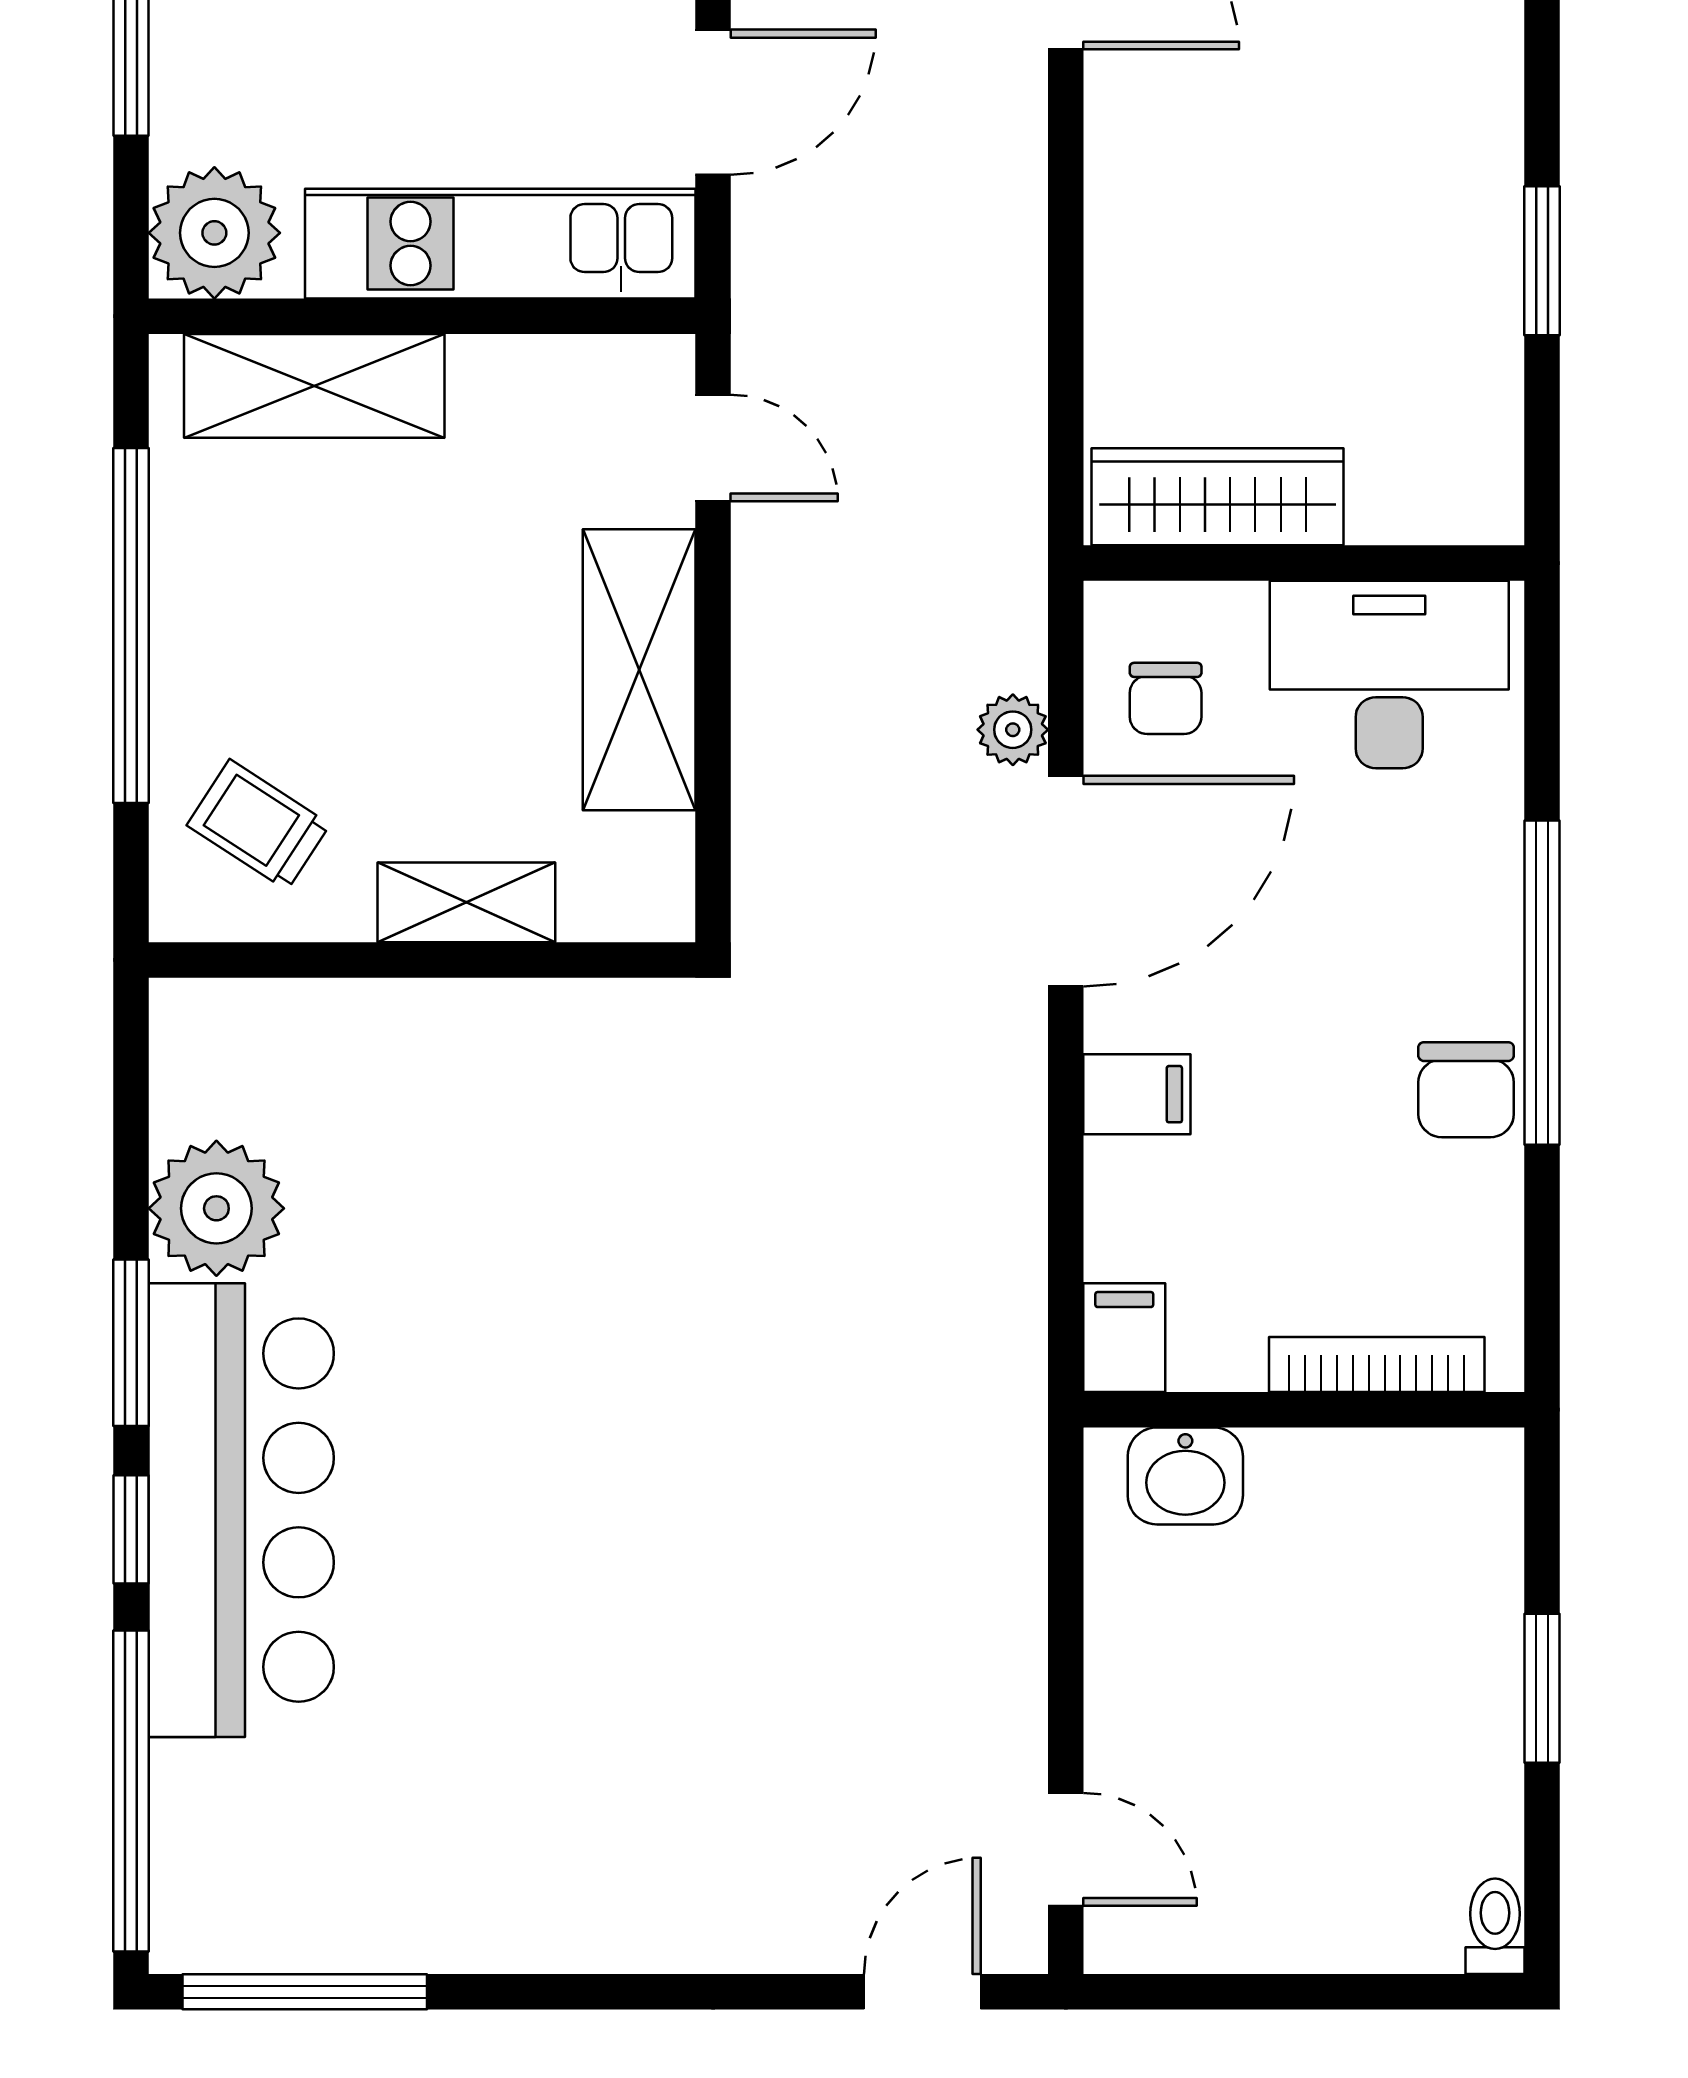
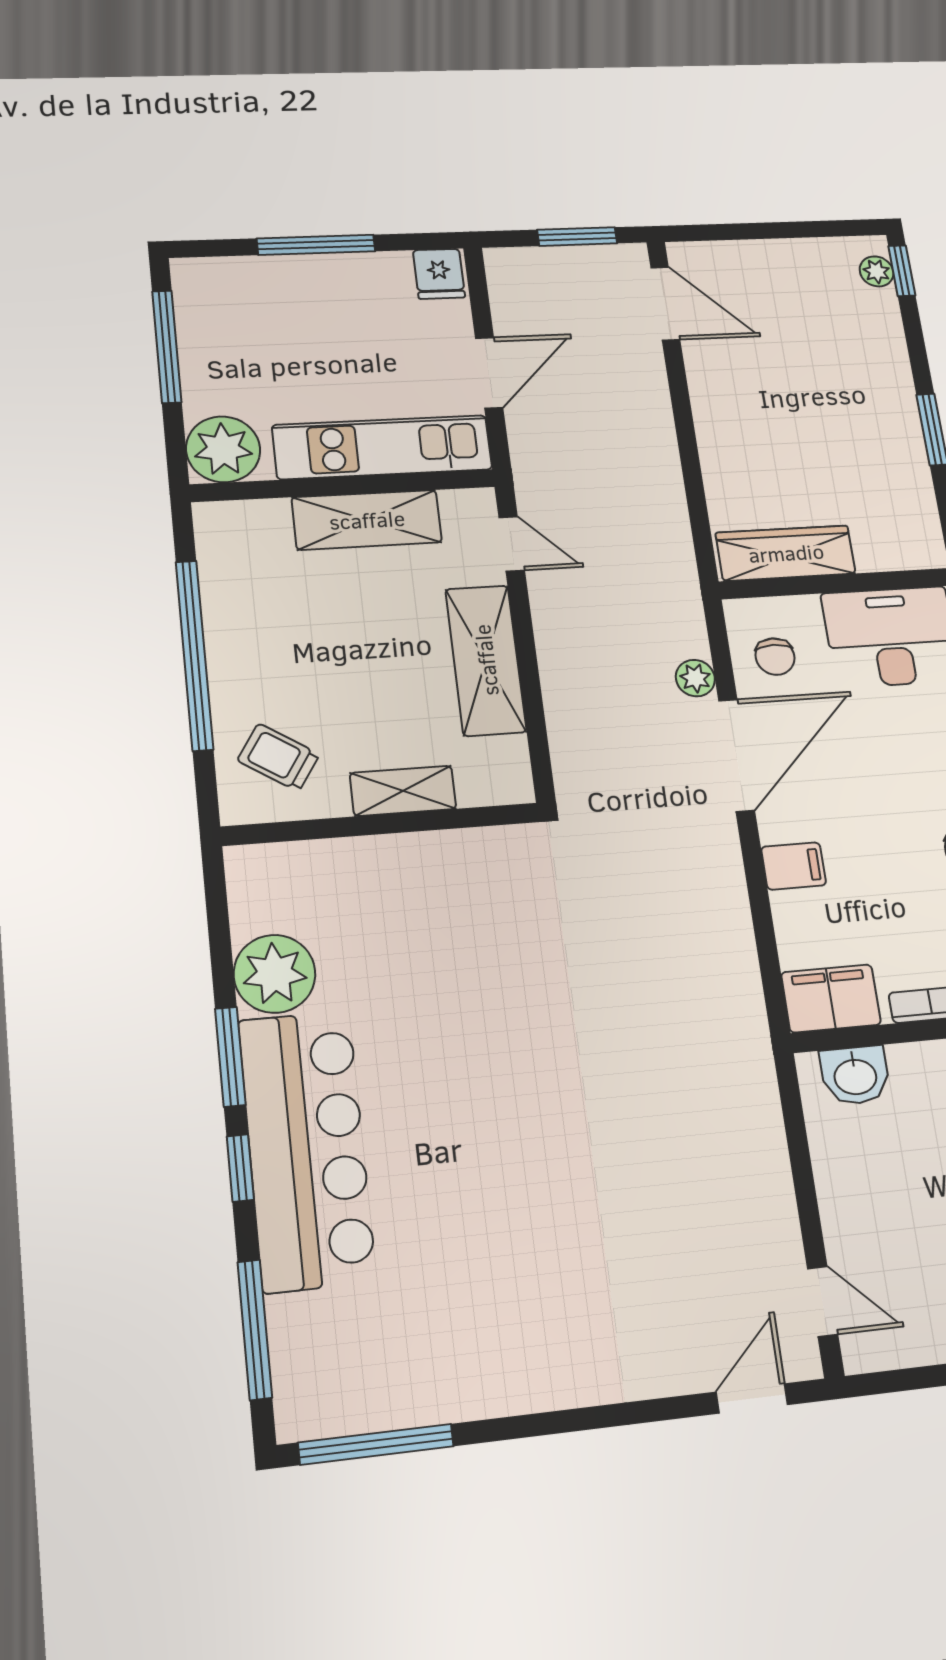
shelving: (314, 386) -> (367, 520), moved
filing cabinet: (1124, 1338) -> (831, 998), width x2.00
window: (131, 1791) -> (255, 1330), width x0.68

